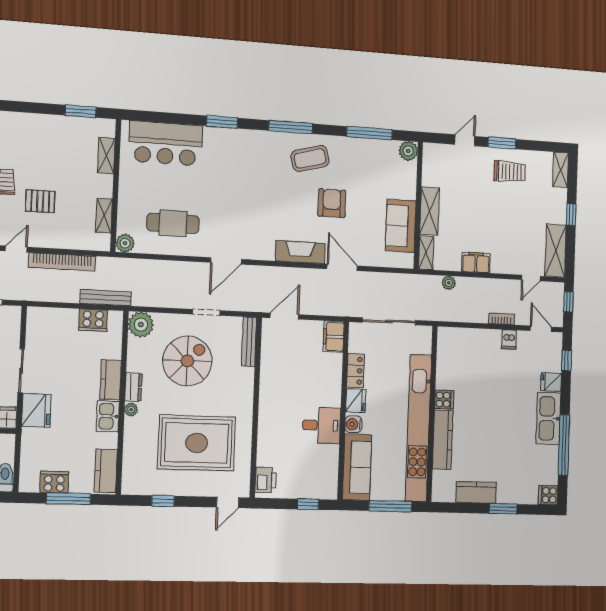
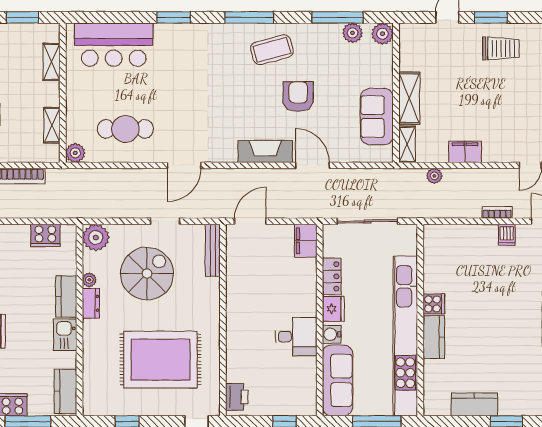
plant: (382, 148) -> (352, 33), added
bench: (106, 298) -> (57, 211), removed
plant: (131, 410) -> (89, 280), moved
kitchen counter: (443, 440) -> (434, 337), width x0.67

